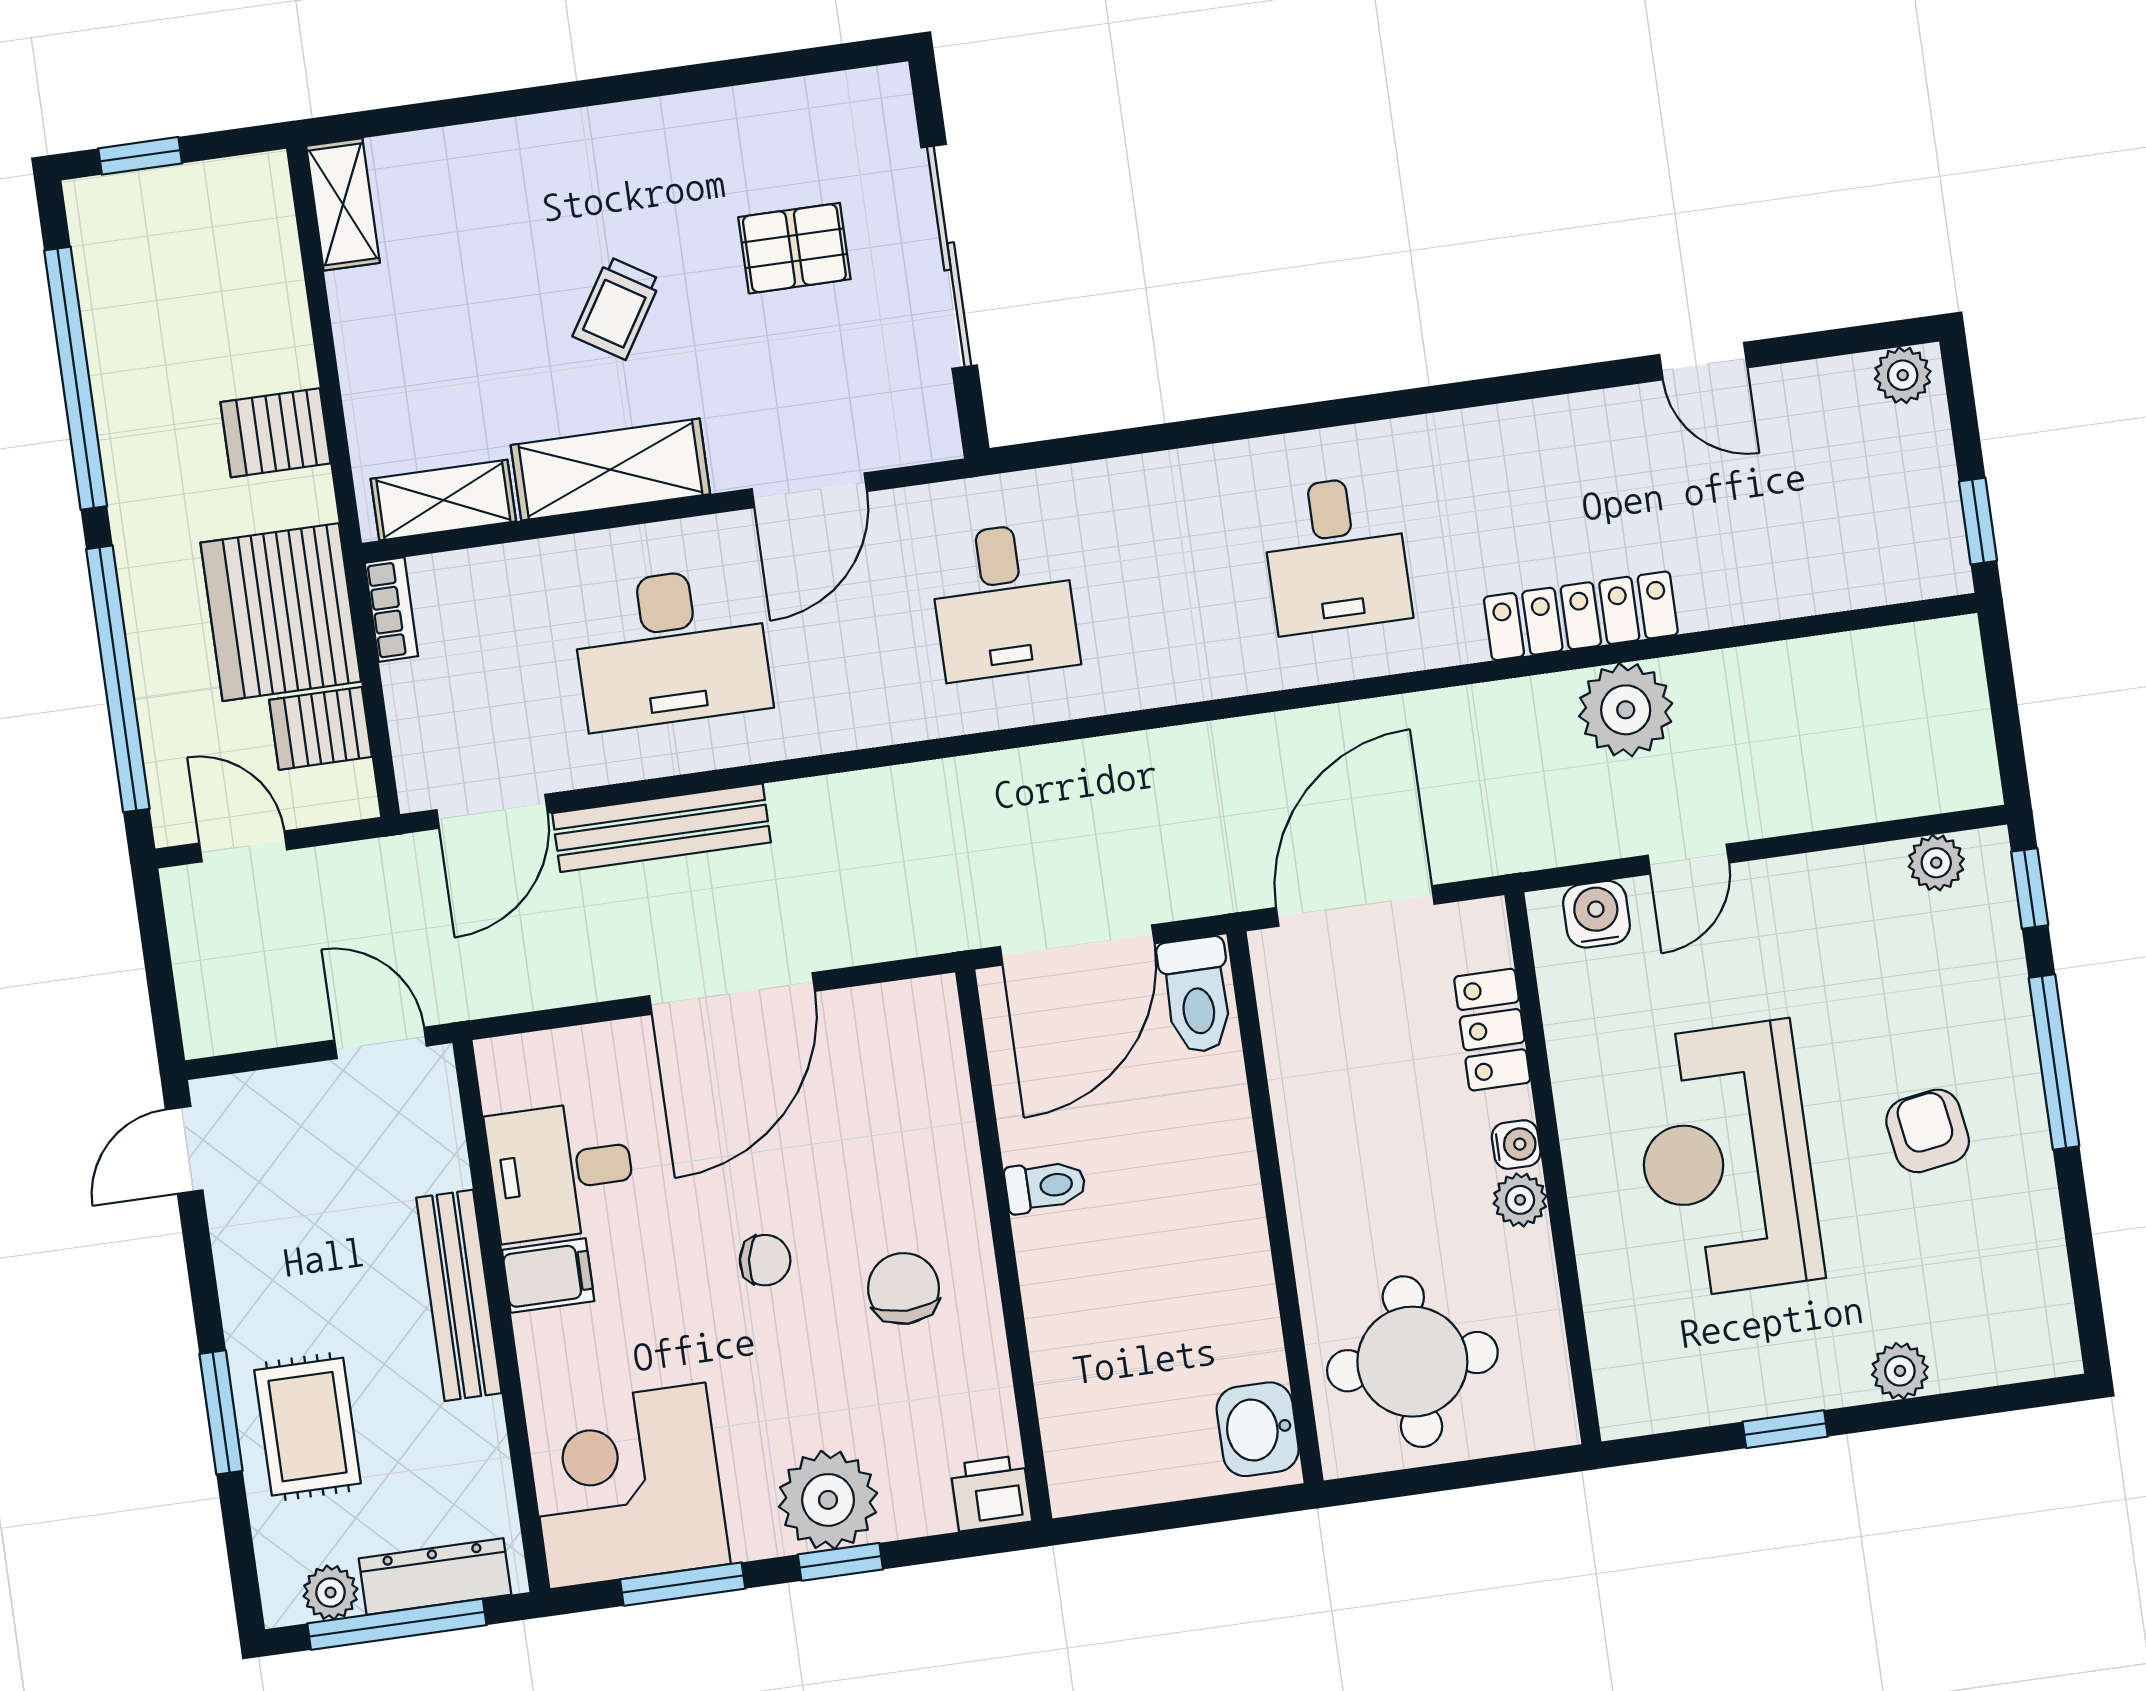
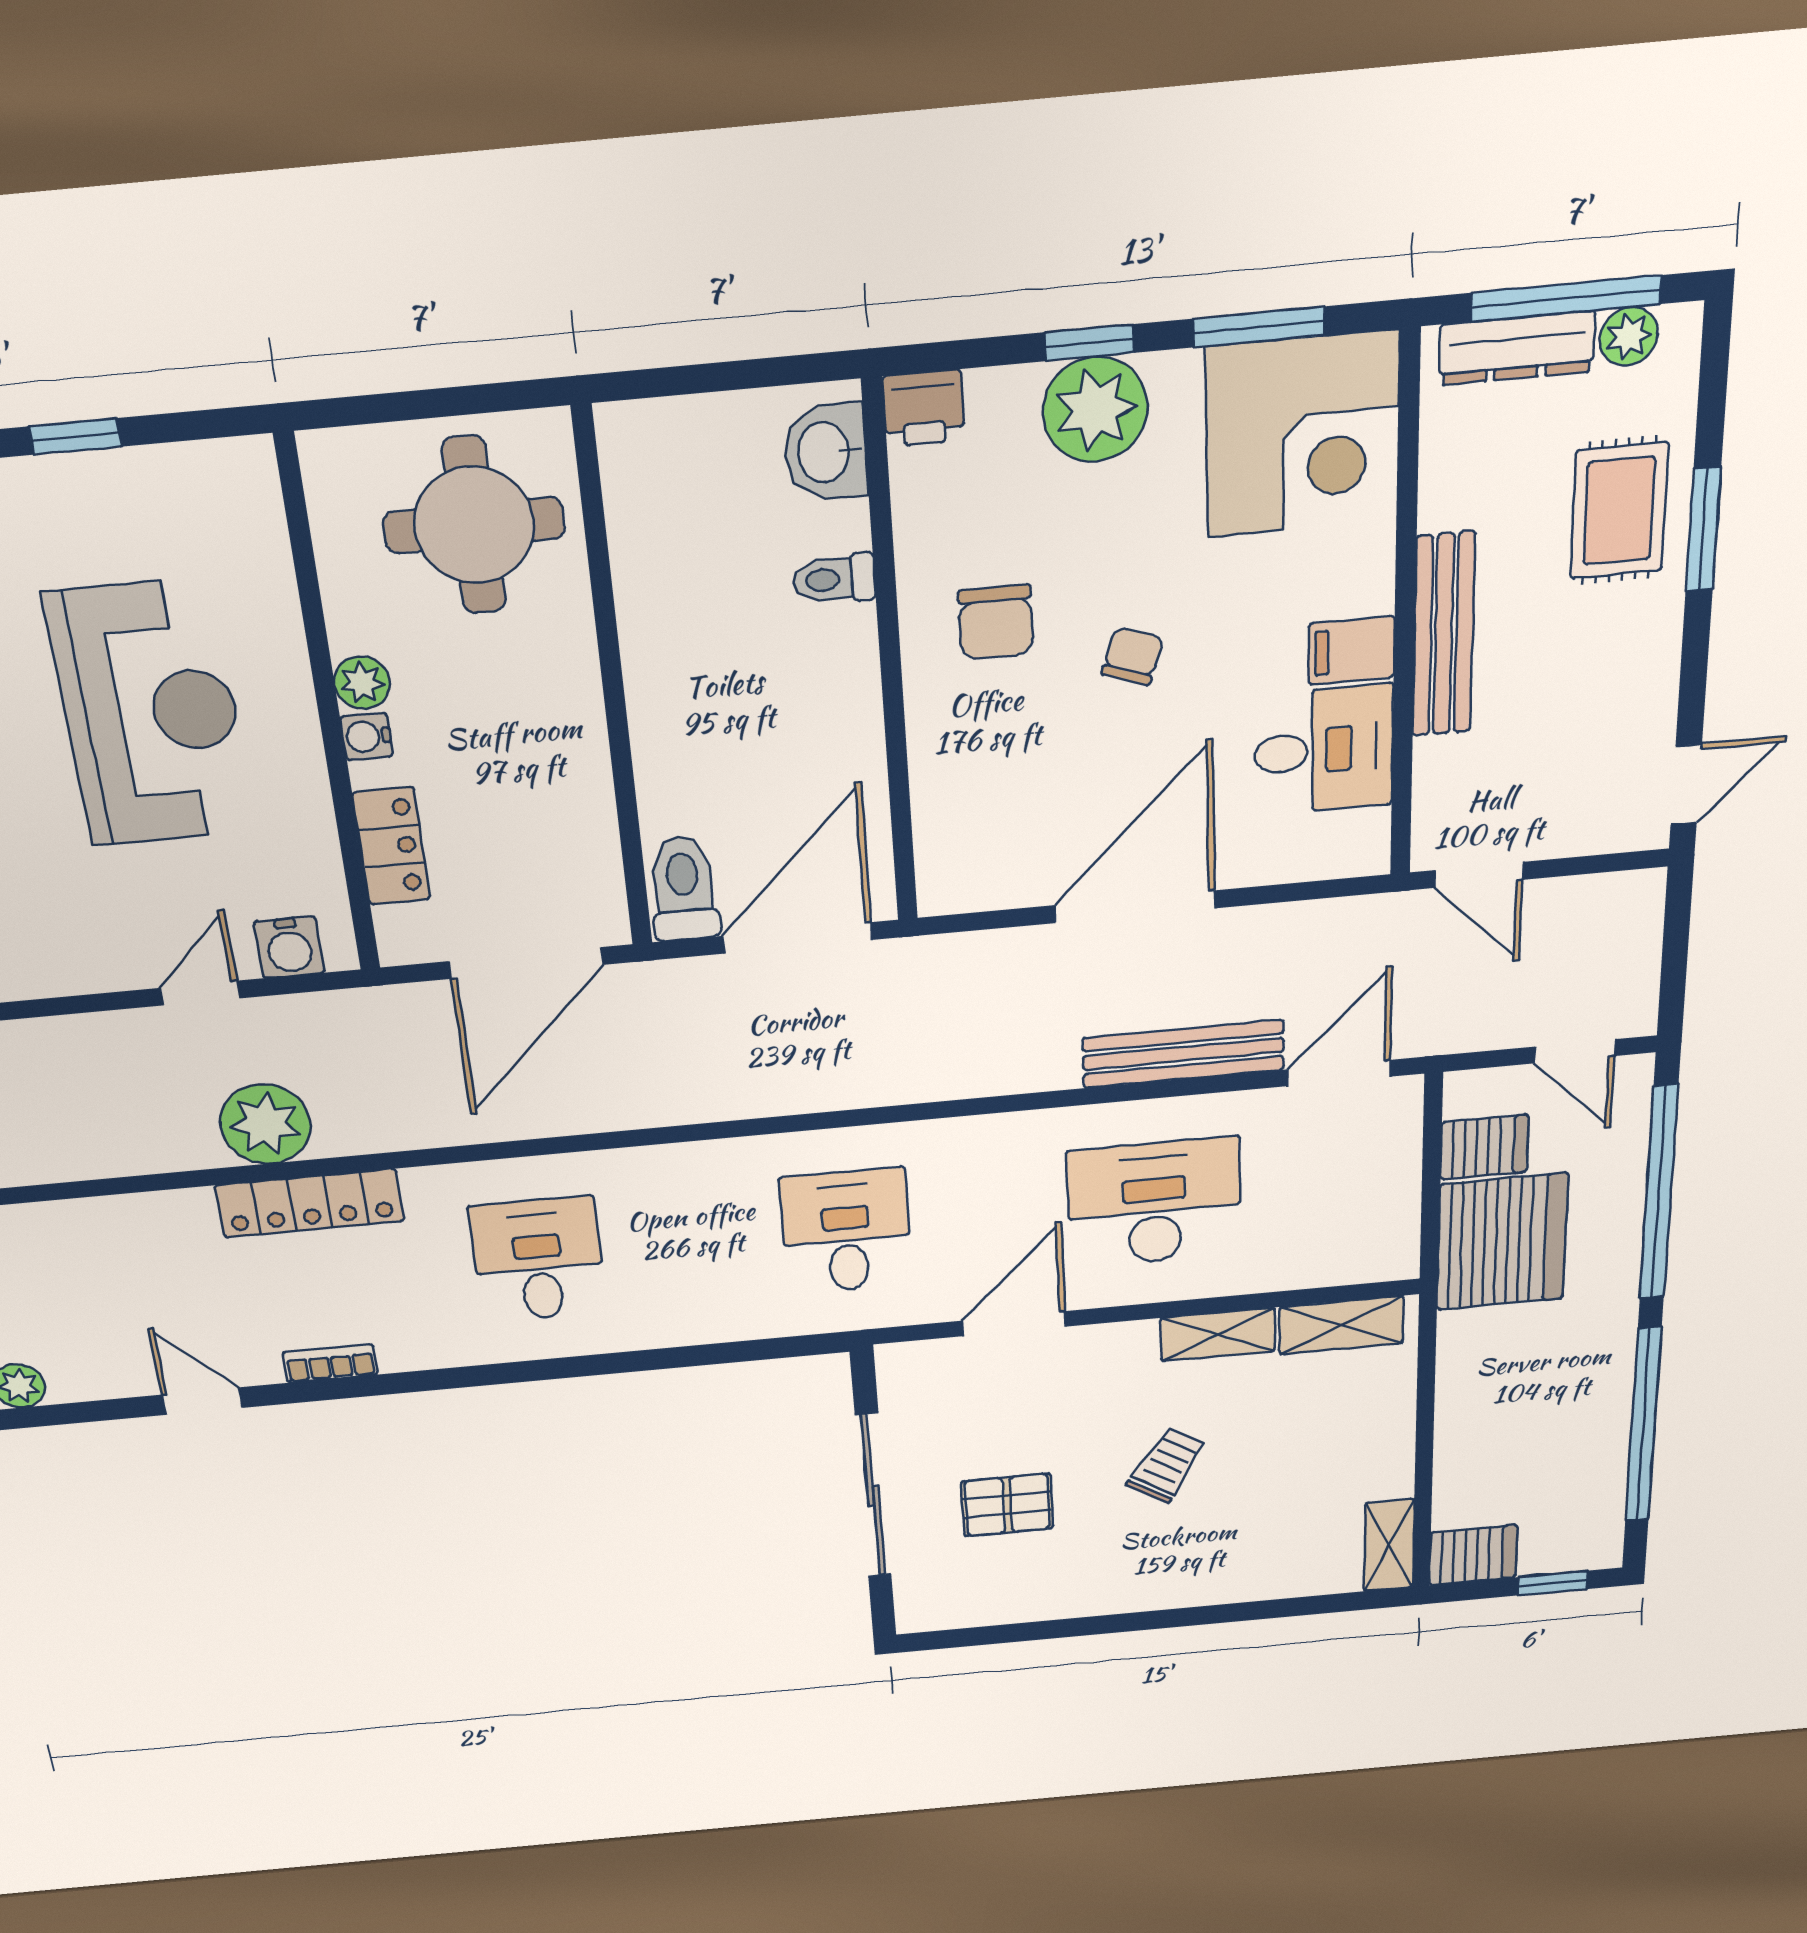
server rack: (275, 433) -> (1473, 1555), moved
shelving: (610, 470) -> (1218, 1335), width x0.67, depth x0.75
bookcase: (391, 609) -> (330, 1363), moved, turned 90
toilet: (1045, 1186) -> (834, 579), moved
chair: (765, 1260) -> (1133, 656), turned 99
washbasin: (1258, 1429) -> (826, 452), moved, turned 180

